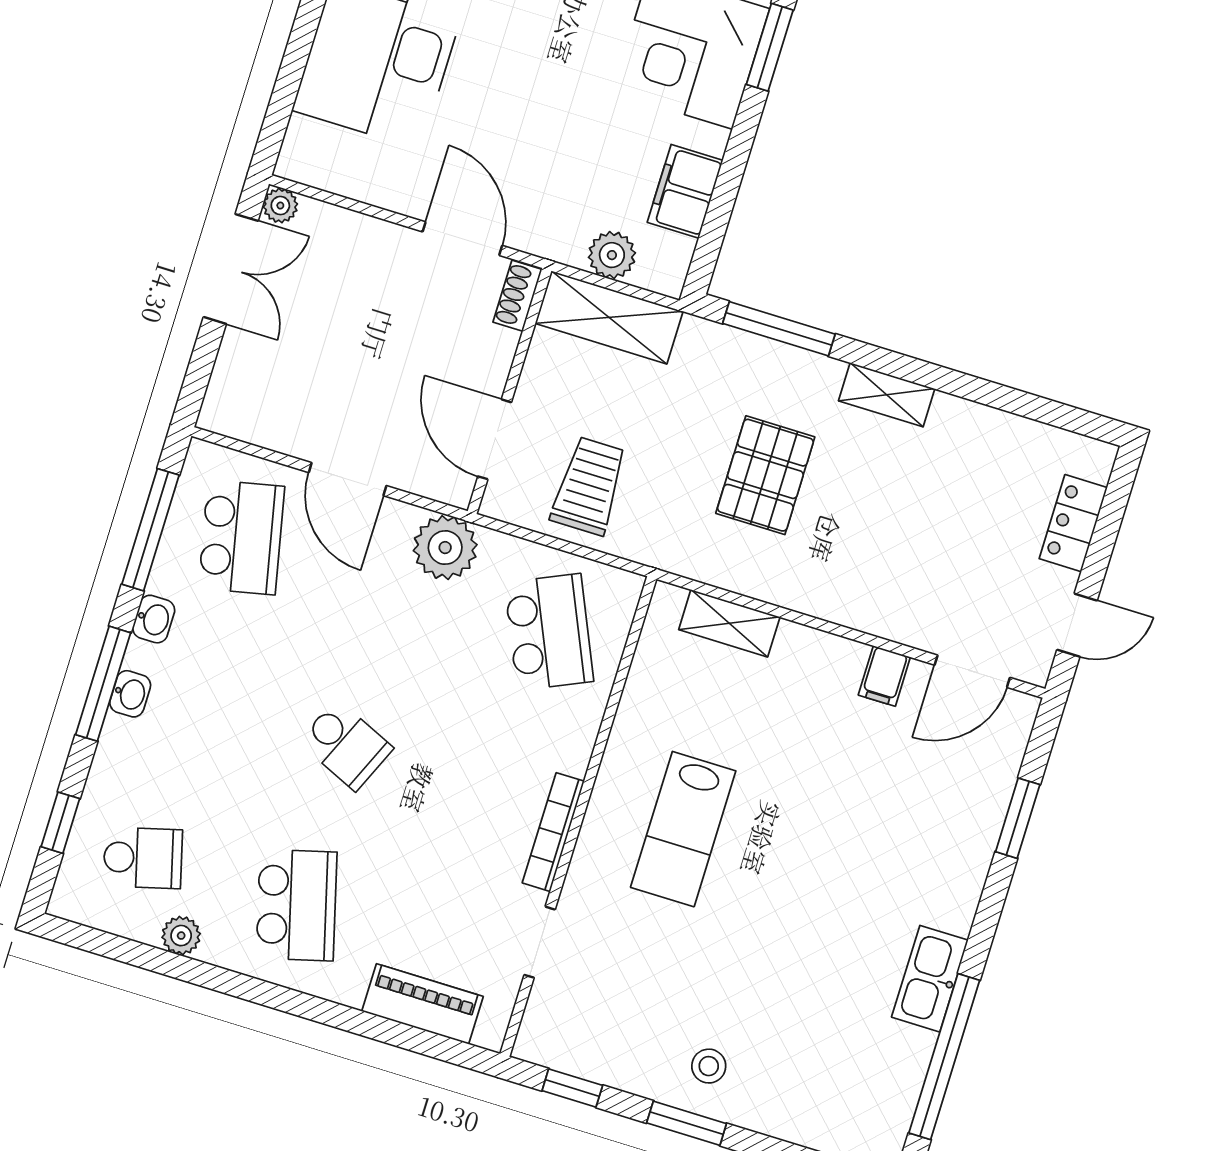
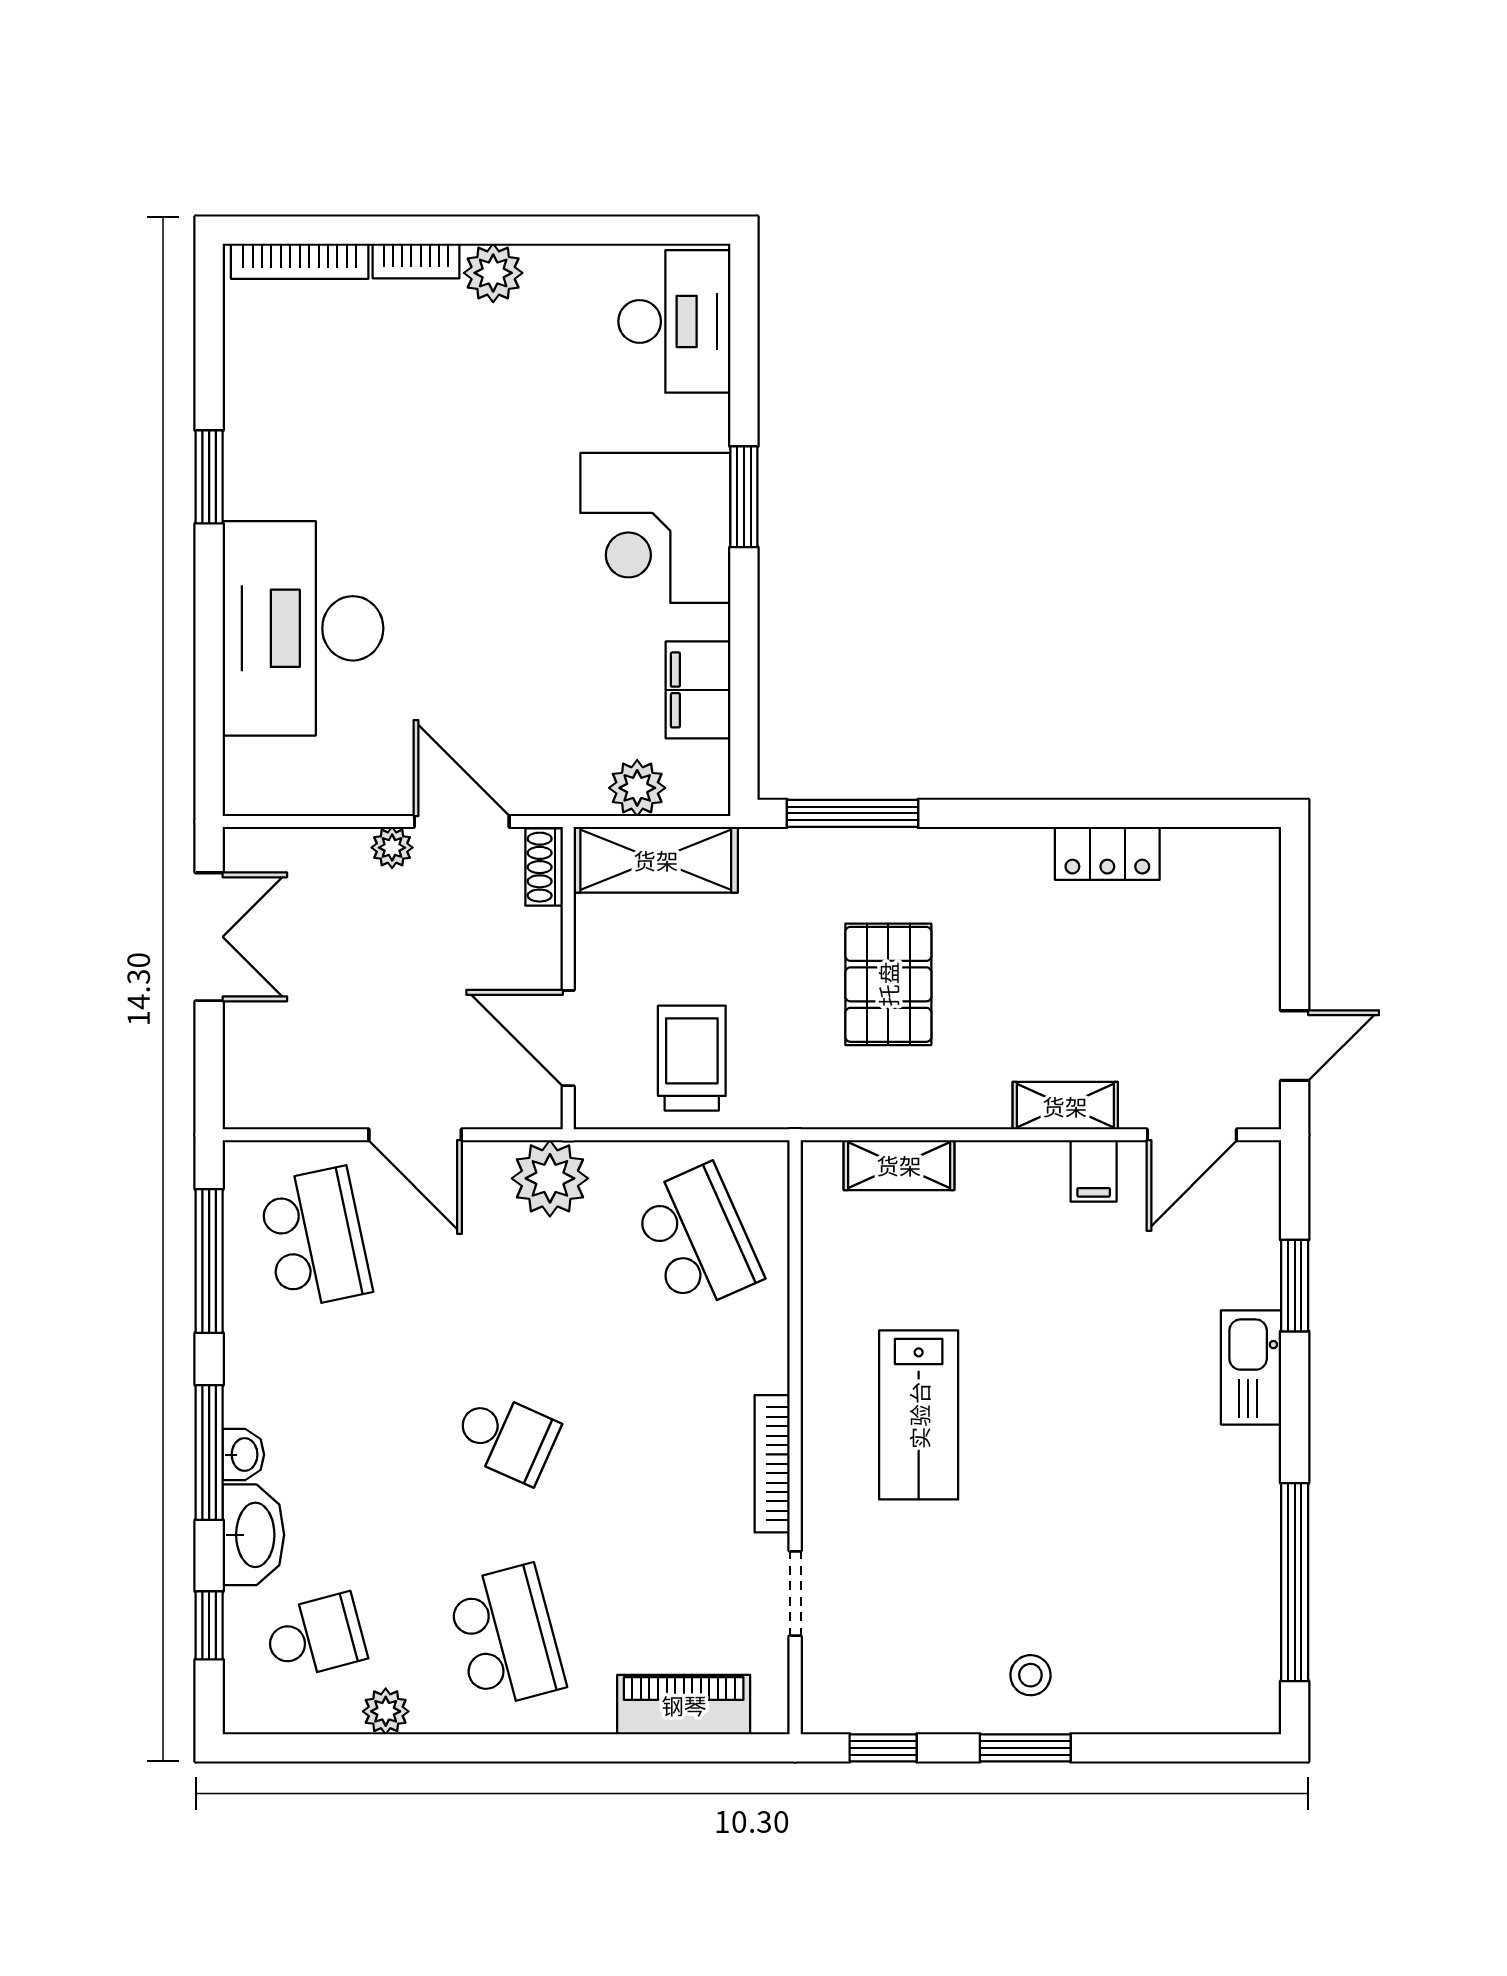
plant: (280, 206) -> (392, 848), moved
shelving: (887, 395) -> (1065, 1106), moved
locker: (1073, 523) -> (1107, 853), moved, turned -90
washbasin: (154, 619) -> (253, 1535), moved, width x1.91, depth x1.45
kitchen sink: (930, 979) -> (1251, 1367), moved

